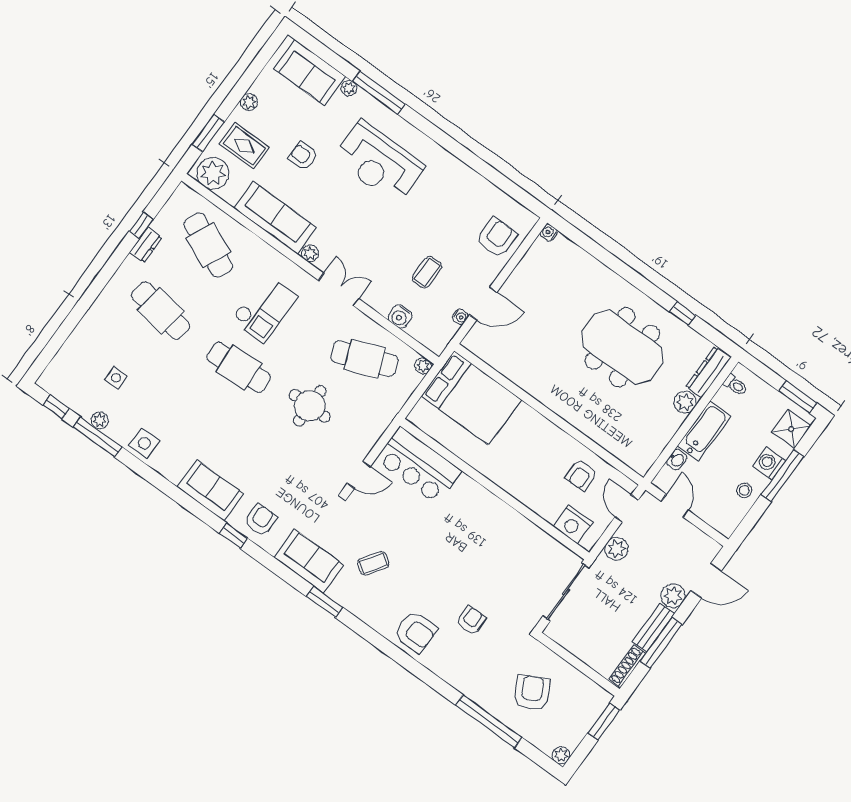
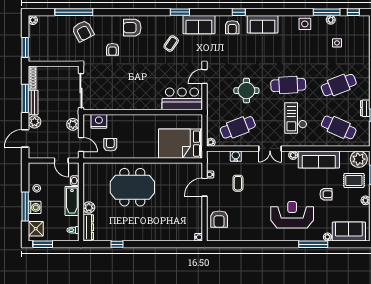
cafe table: (161, 311) -> (339, 85), turned -30
meeting table: (622, 347) -> (132, 187), moved
armchair: (532, 693) -> (83, 31), moved

